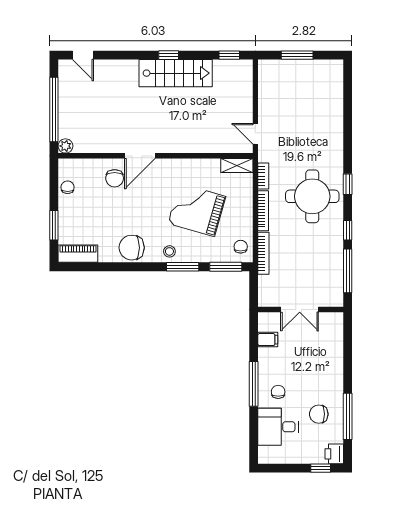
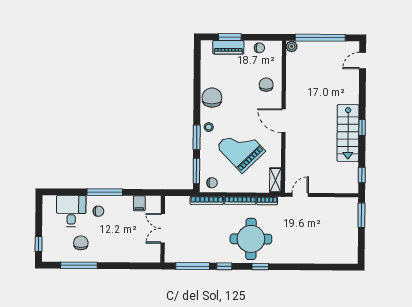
window: (297, 55) -> (361, 215), moved
door: (140, 156) -> (283, 121), moved
chair: (115, 178) -> (266, 85), turned 90
grand piano: (197, 210) -> (241, 149), turned -60
piano: (78, 254) -> (228, 47), moved, turned 90
printer: (334, 454) -> (50, 255), removed

